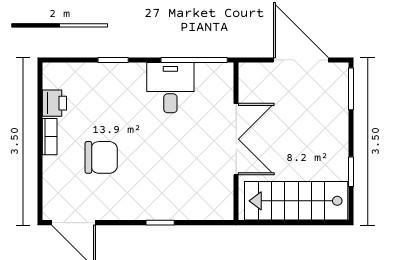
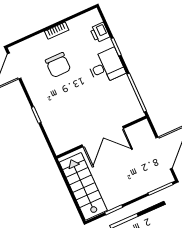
desk: (170, 88) -> (106, 66), moved
printer: (54, 103) -> (100, 33), moved, turned 90

